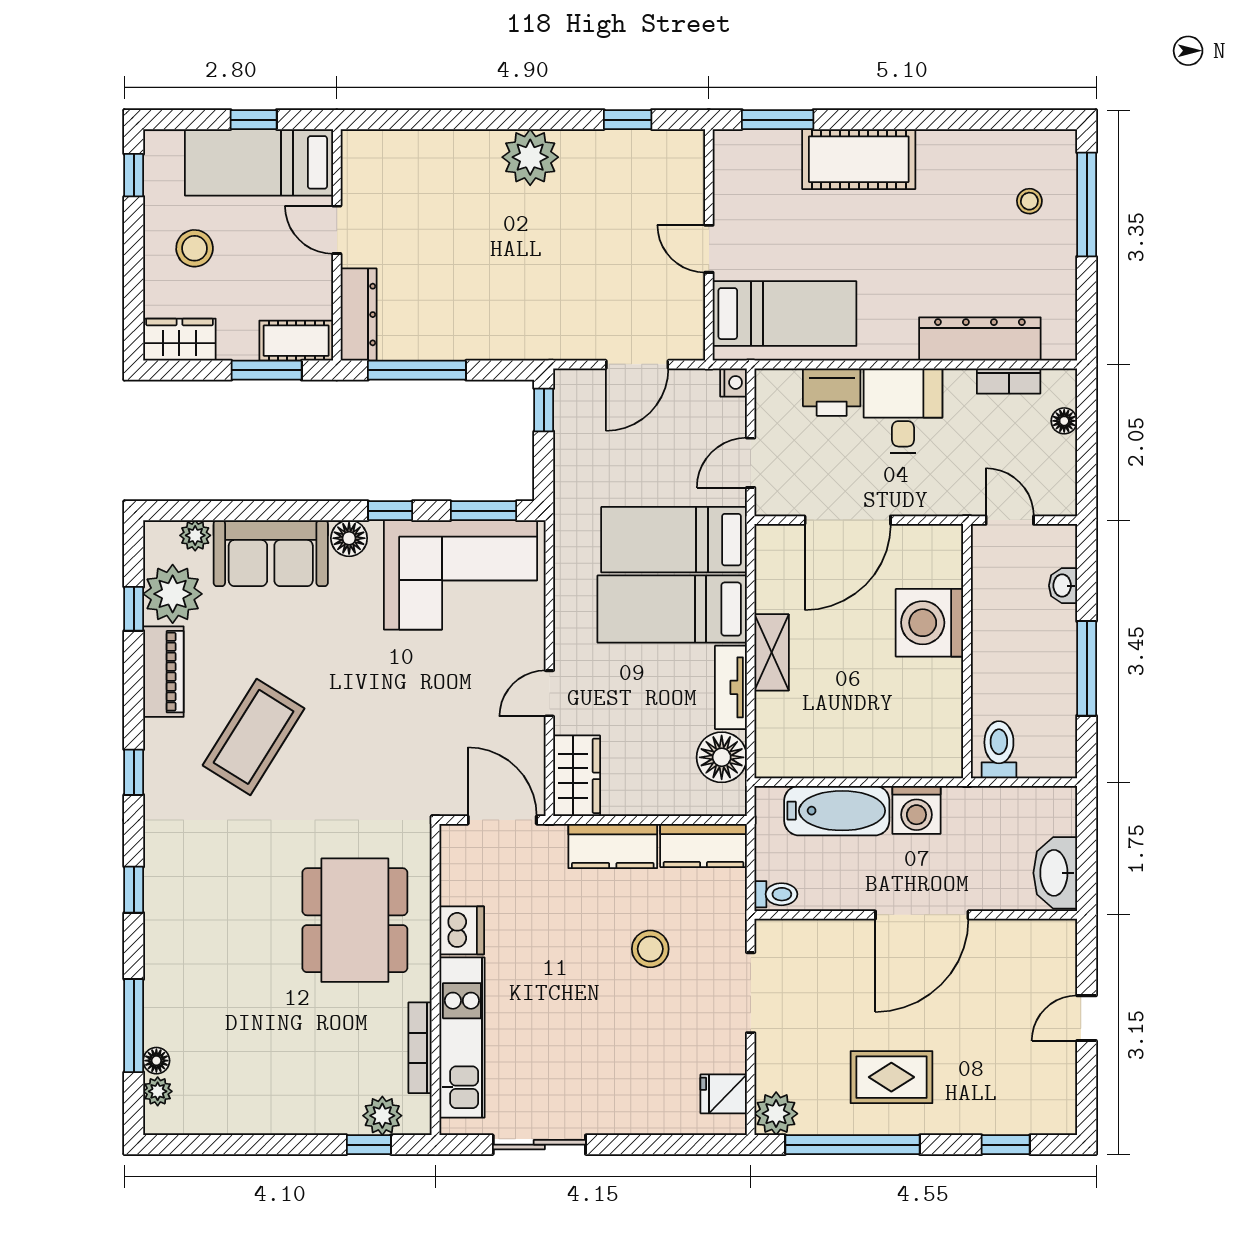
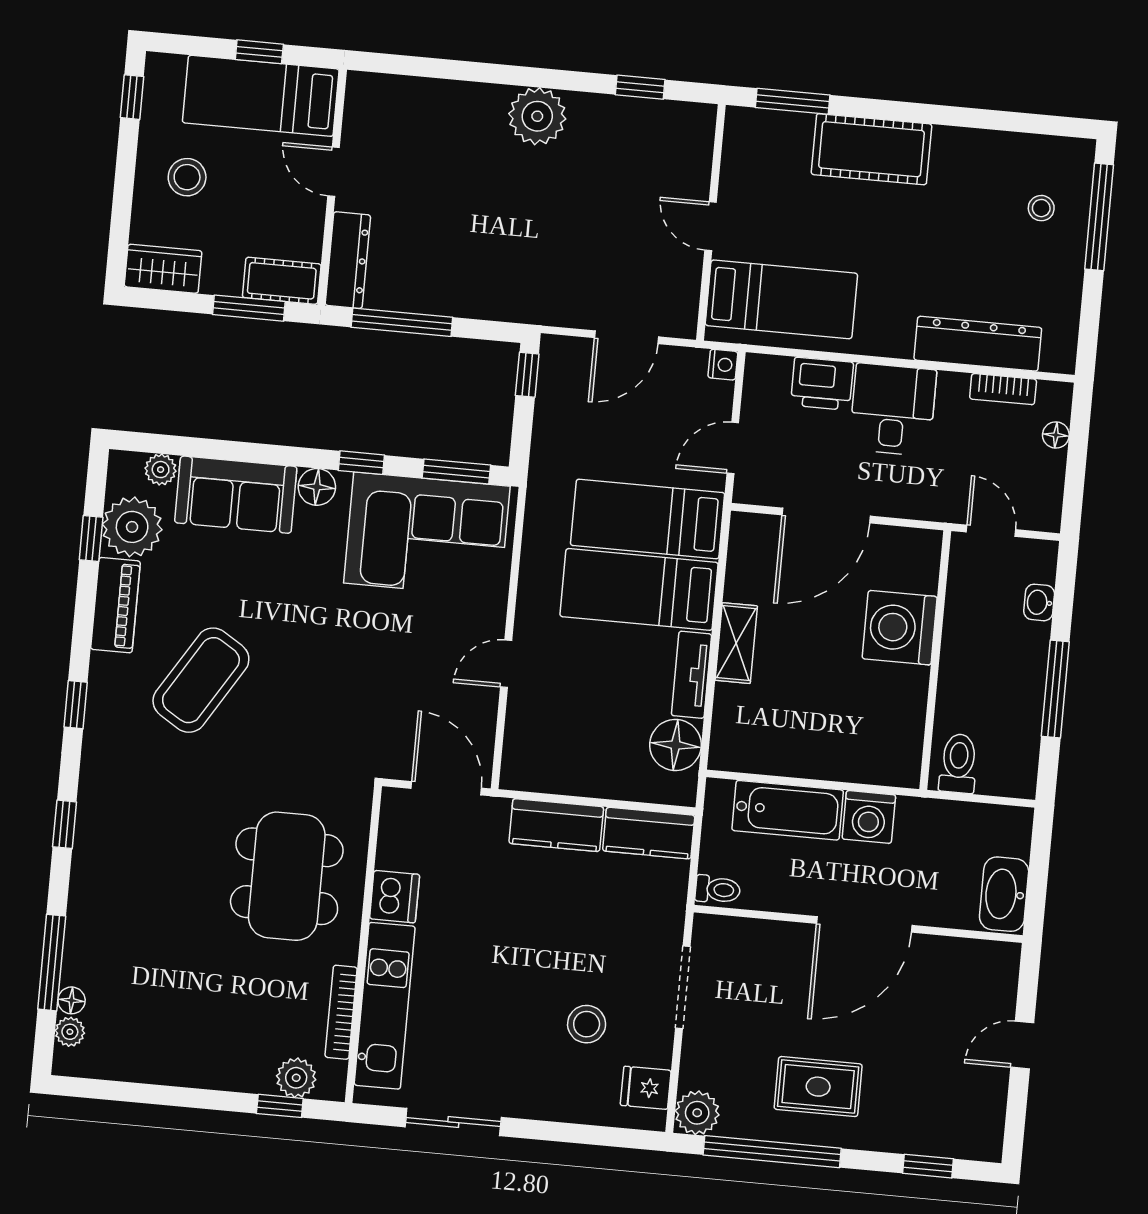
wardrobe: (577, 776) -> (526, 750), removed
stool: (650, 949) -> (587, 1024), moved

